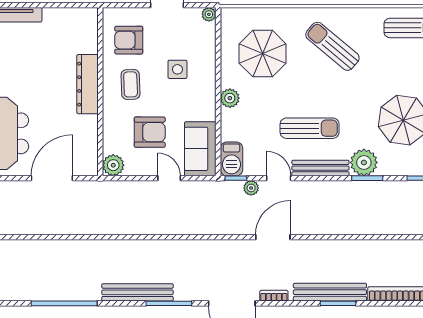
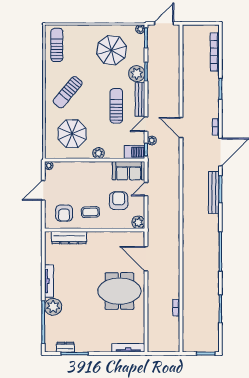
side table: (177, 69) -> (81, 184), removed
dresser: (87, 84) -> (69, 238), moved
bench: (137, 292) -> (214, 192), moved
bench: (330, 292) -> (214, 94), removed

